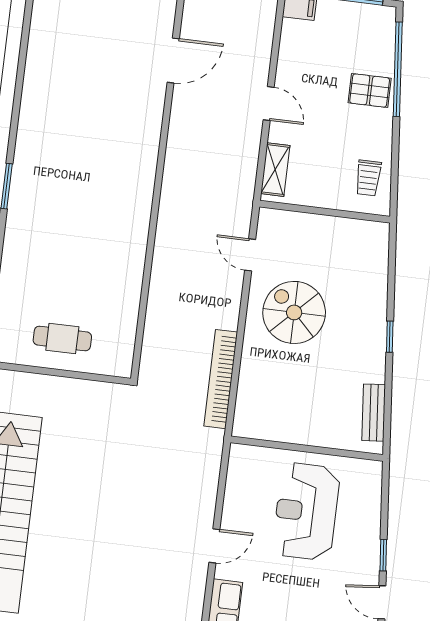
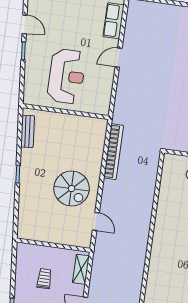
trolley: (368, 178) -> (44, 279), moved

